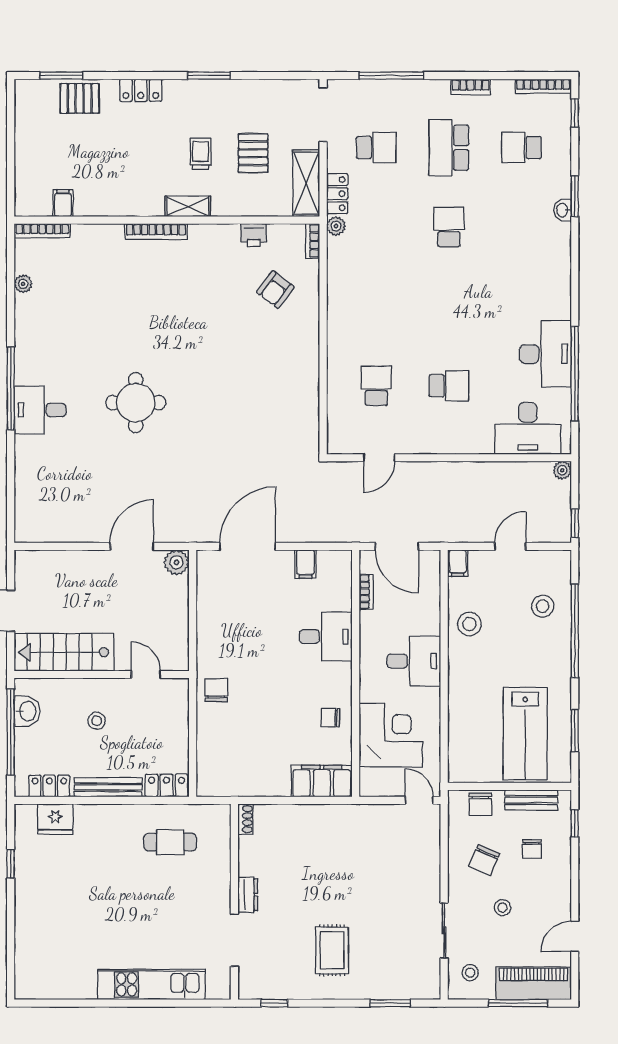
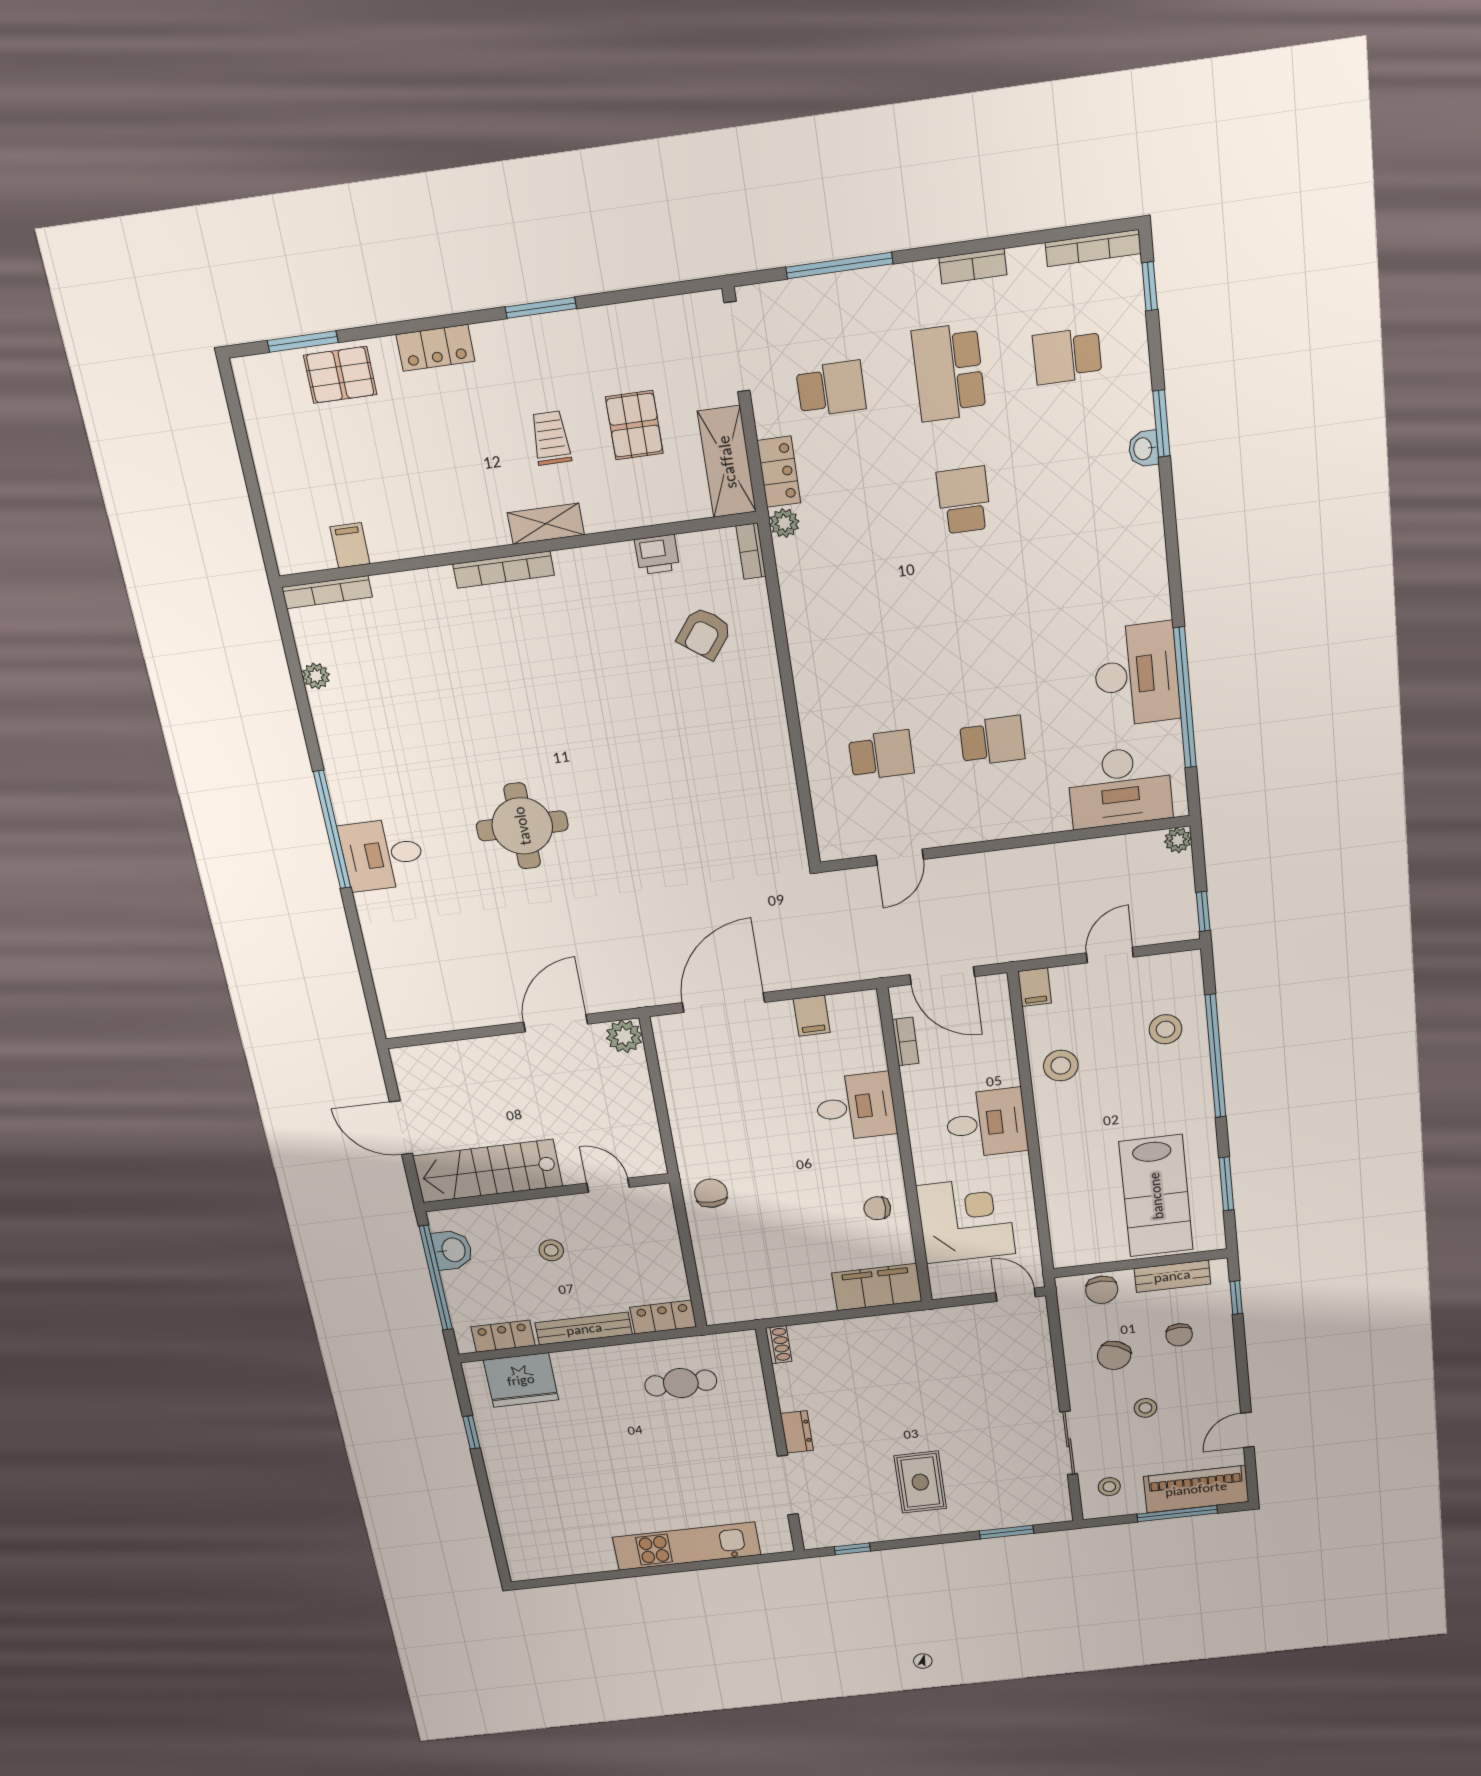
school desk: (376, 386) -> (881, 755), turned 90
fridge: (55, 819) -> (521, 1380), width x1.36, depth x1.34

